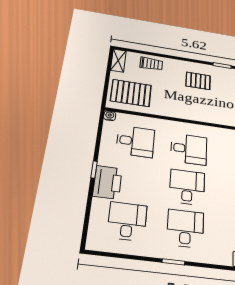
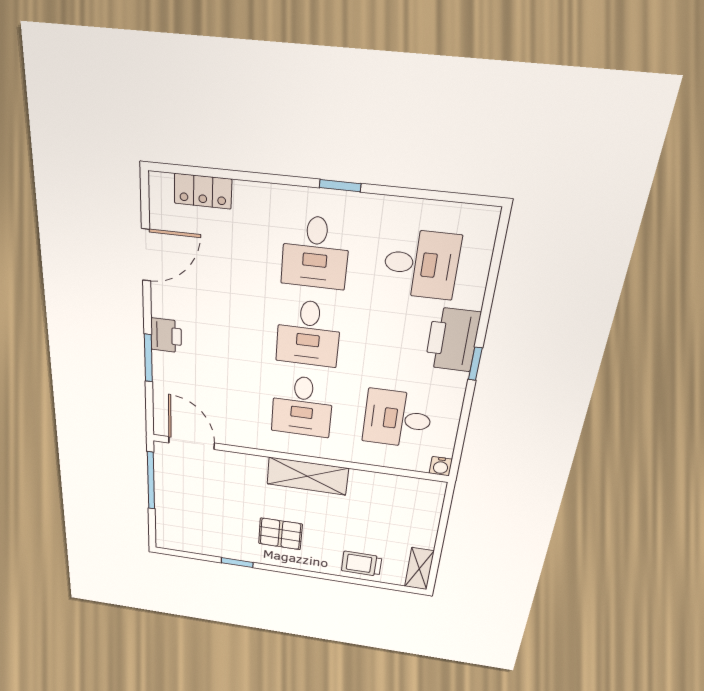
pallet: (131, 93) -> (400, 509), removed
shelving: (184, 112) -> (307, 476), added
desk: (189, 149) -> (302, 406), turned -90
desk: (127, 221) -> (421, 264), turned -90

